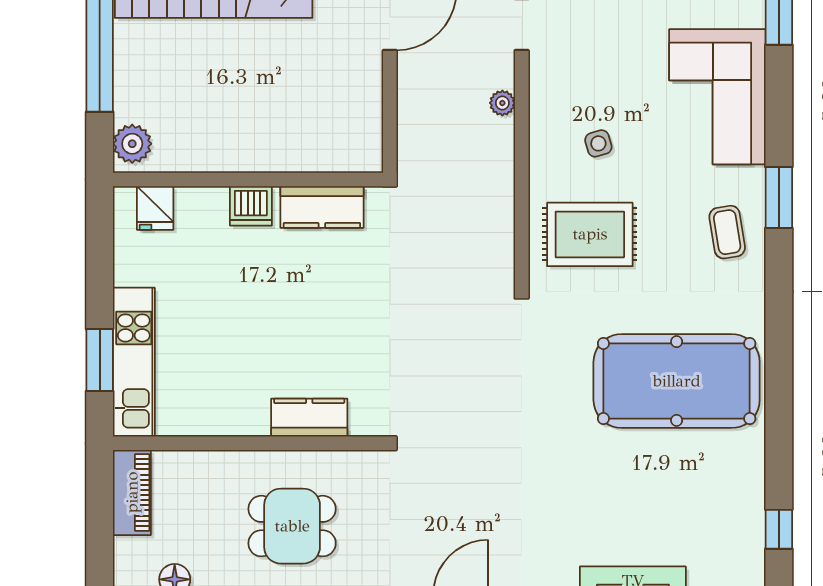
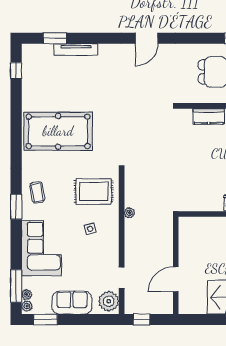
plant: (502, 103) -> (130, 213), moved
kitchen counter: (322, 207) -> (204, 203), removed

